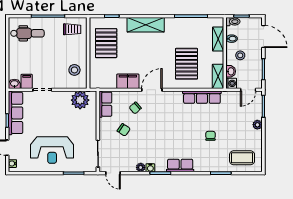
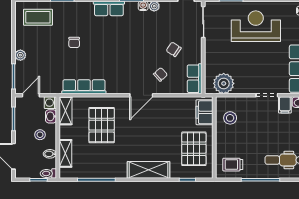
filing cabinet: (128, 81) -> (205, 112), moved, turned 90

